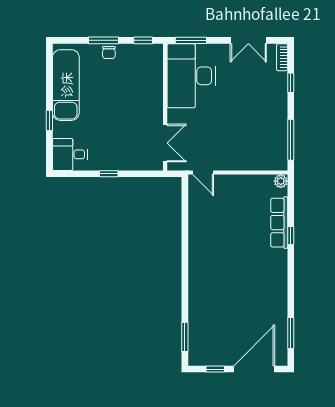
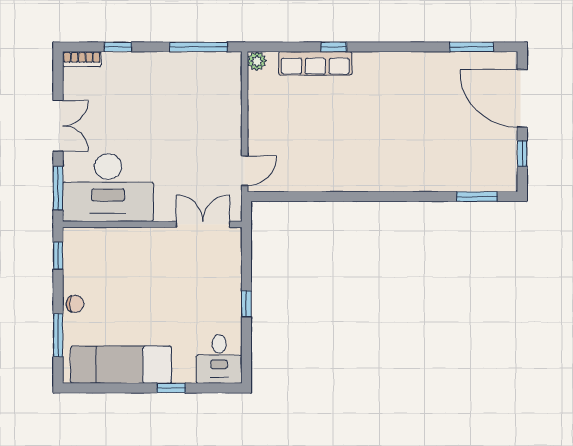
window: (104, 40) -> (58, 335), moved
double door: (248, 40) -> (58, 126), moved

